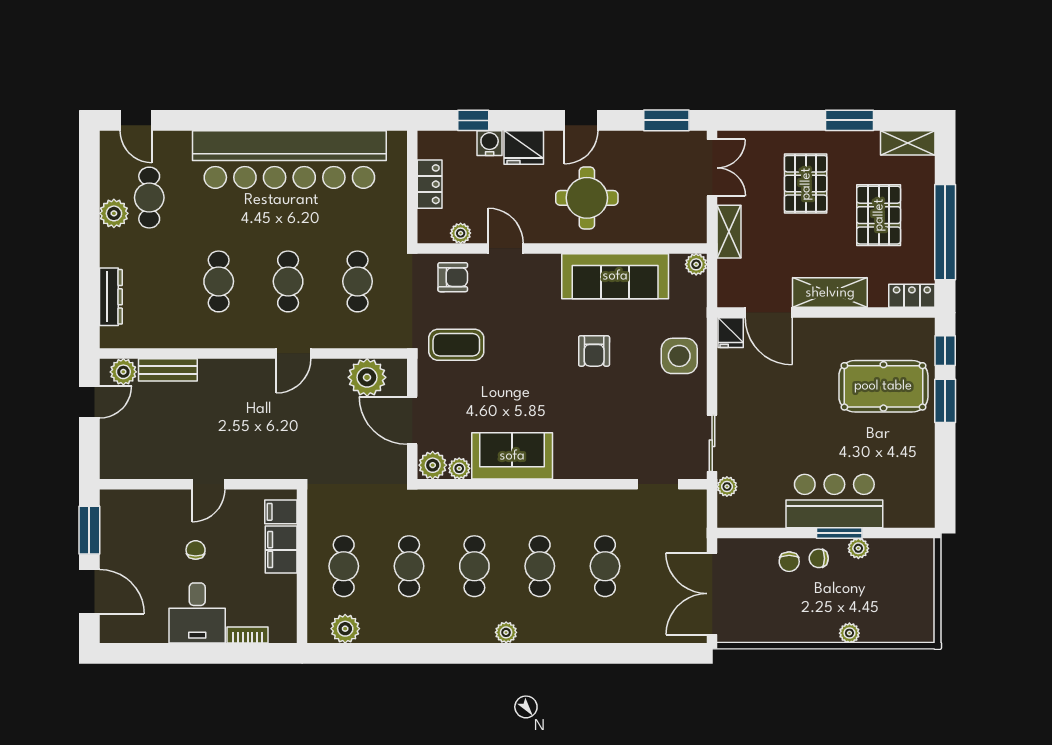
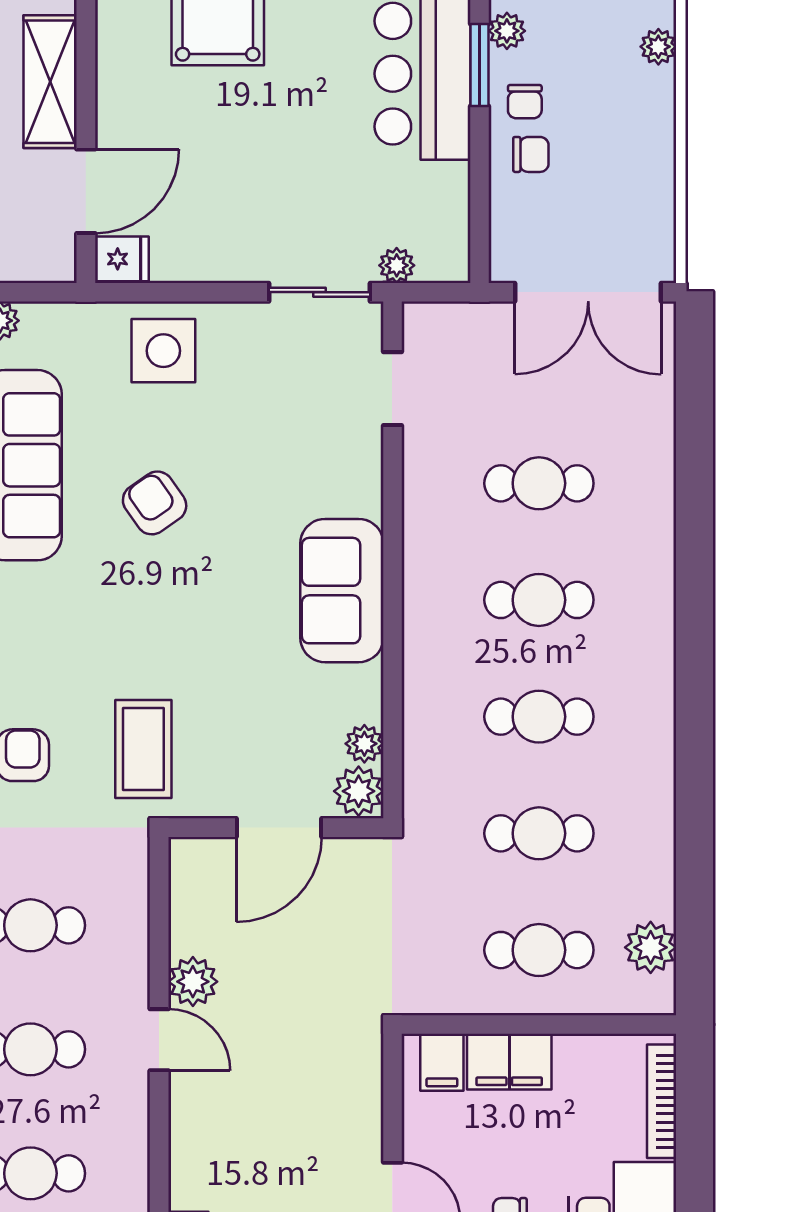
armchair: (594, 351) -> (155, 503), turned -125
plant: (367, 377) -> (193, 982), moved, width x0.73, depth x0.73
sofa: (512, 456) -> (342, 591), moved
plant: (506, 632) -> (657, 660), removed
bookcase: (248, 635) -> (662, 1101), width x1.56

